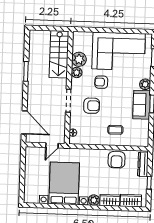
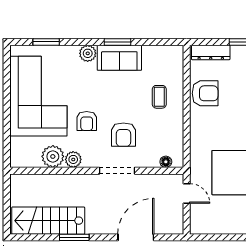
stairs: (59, 54) -> (48, 221), moved, turned 180
armchair: (92, 106) -> (123, 135), turned 180
door: (24, 122) -> (136, 237), moved

